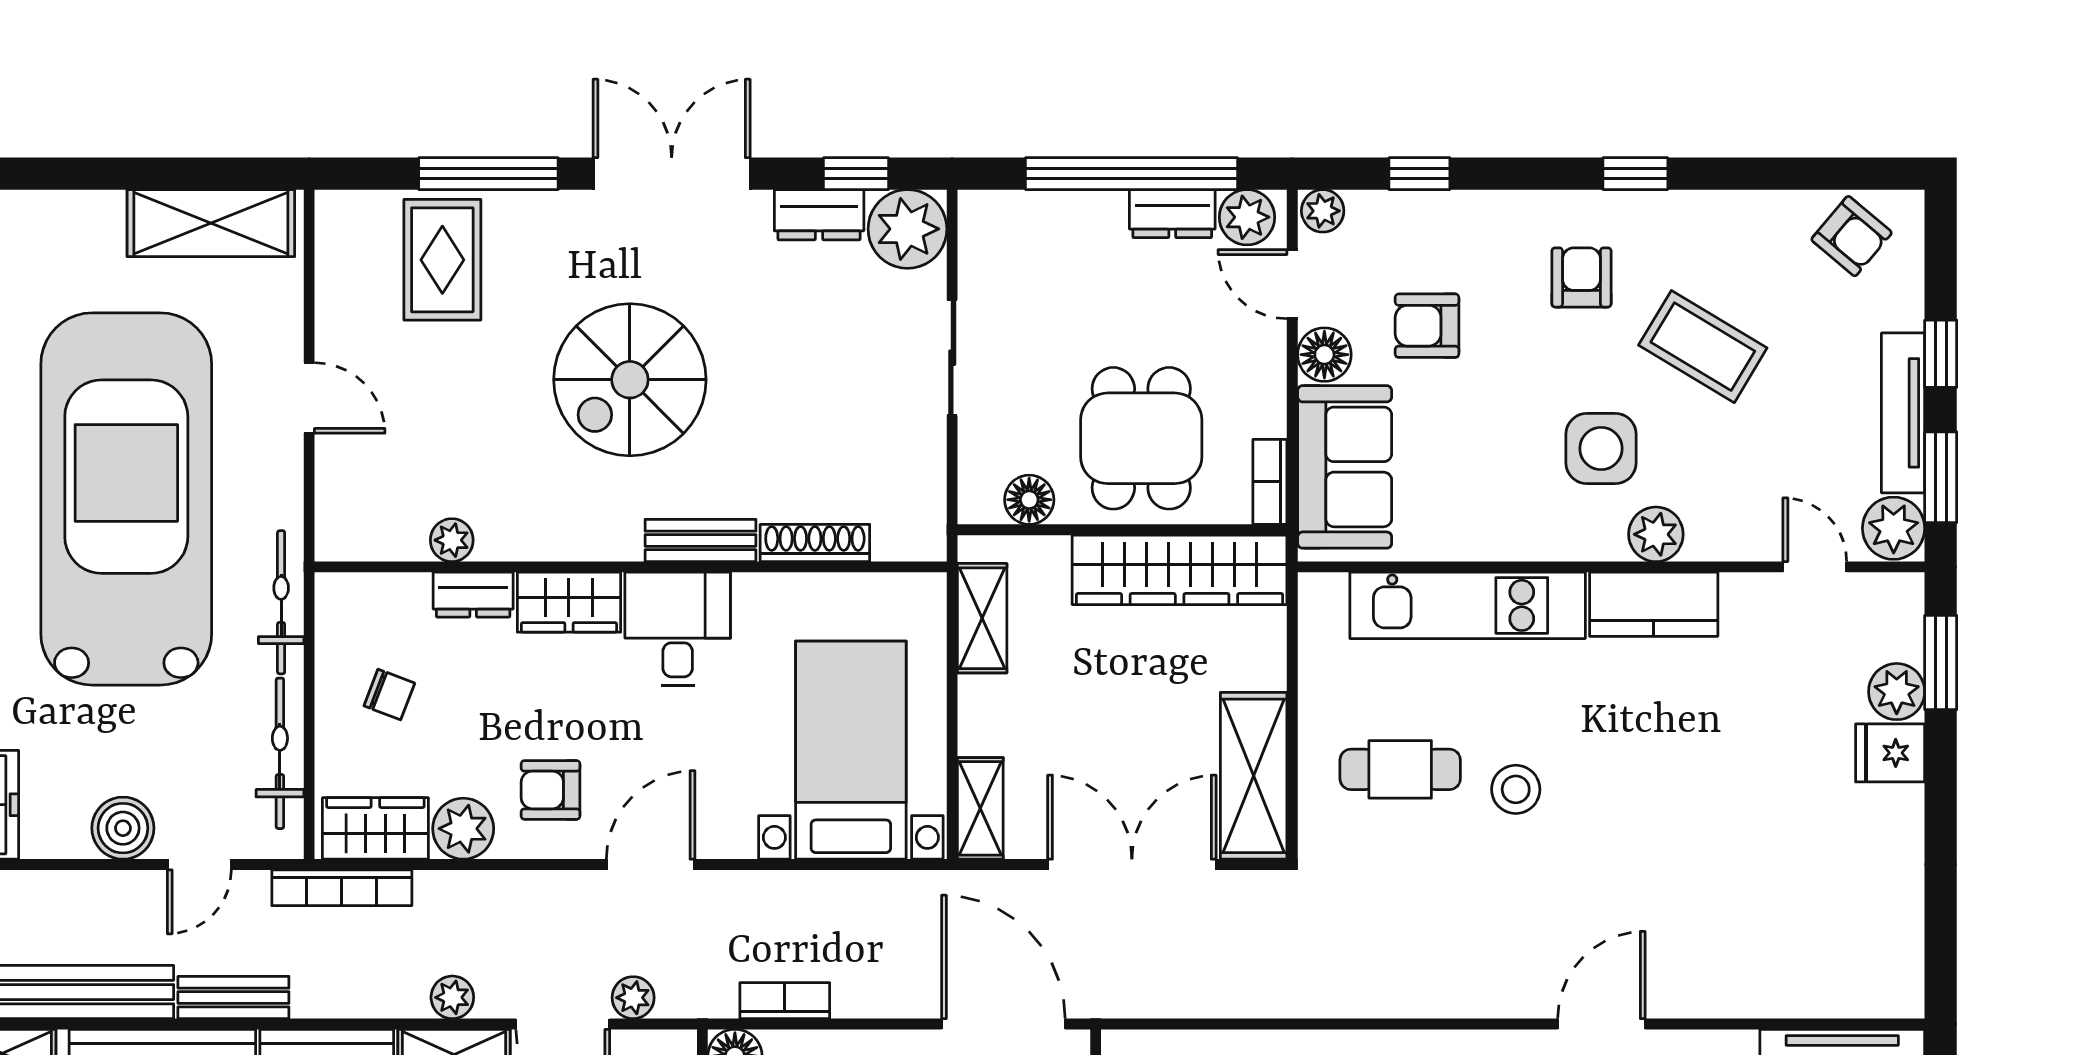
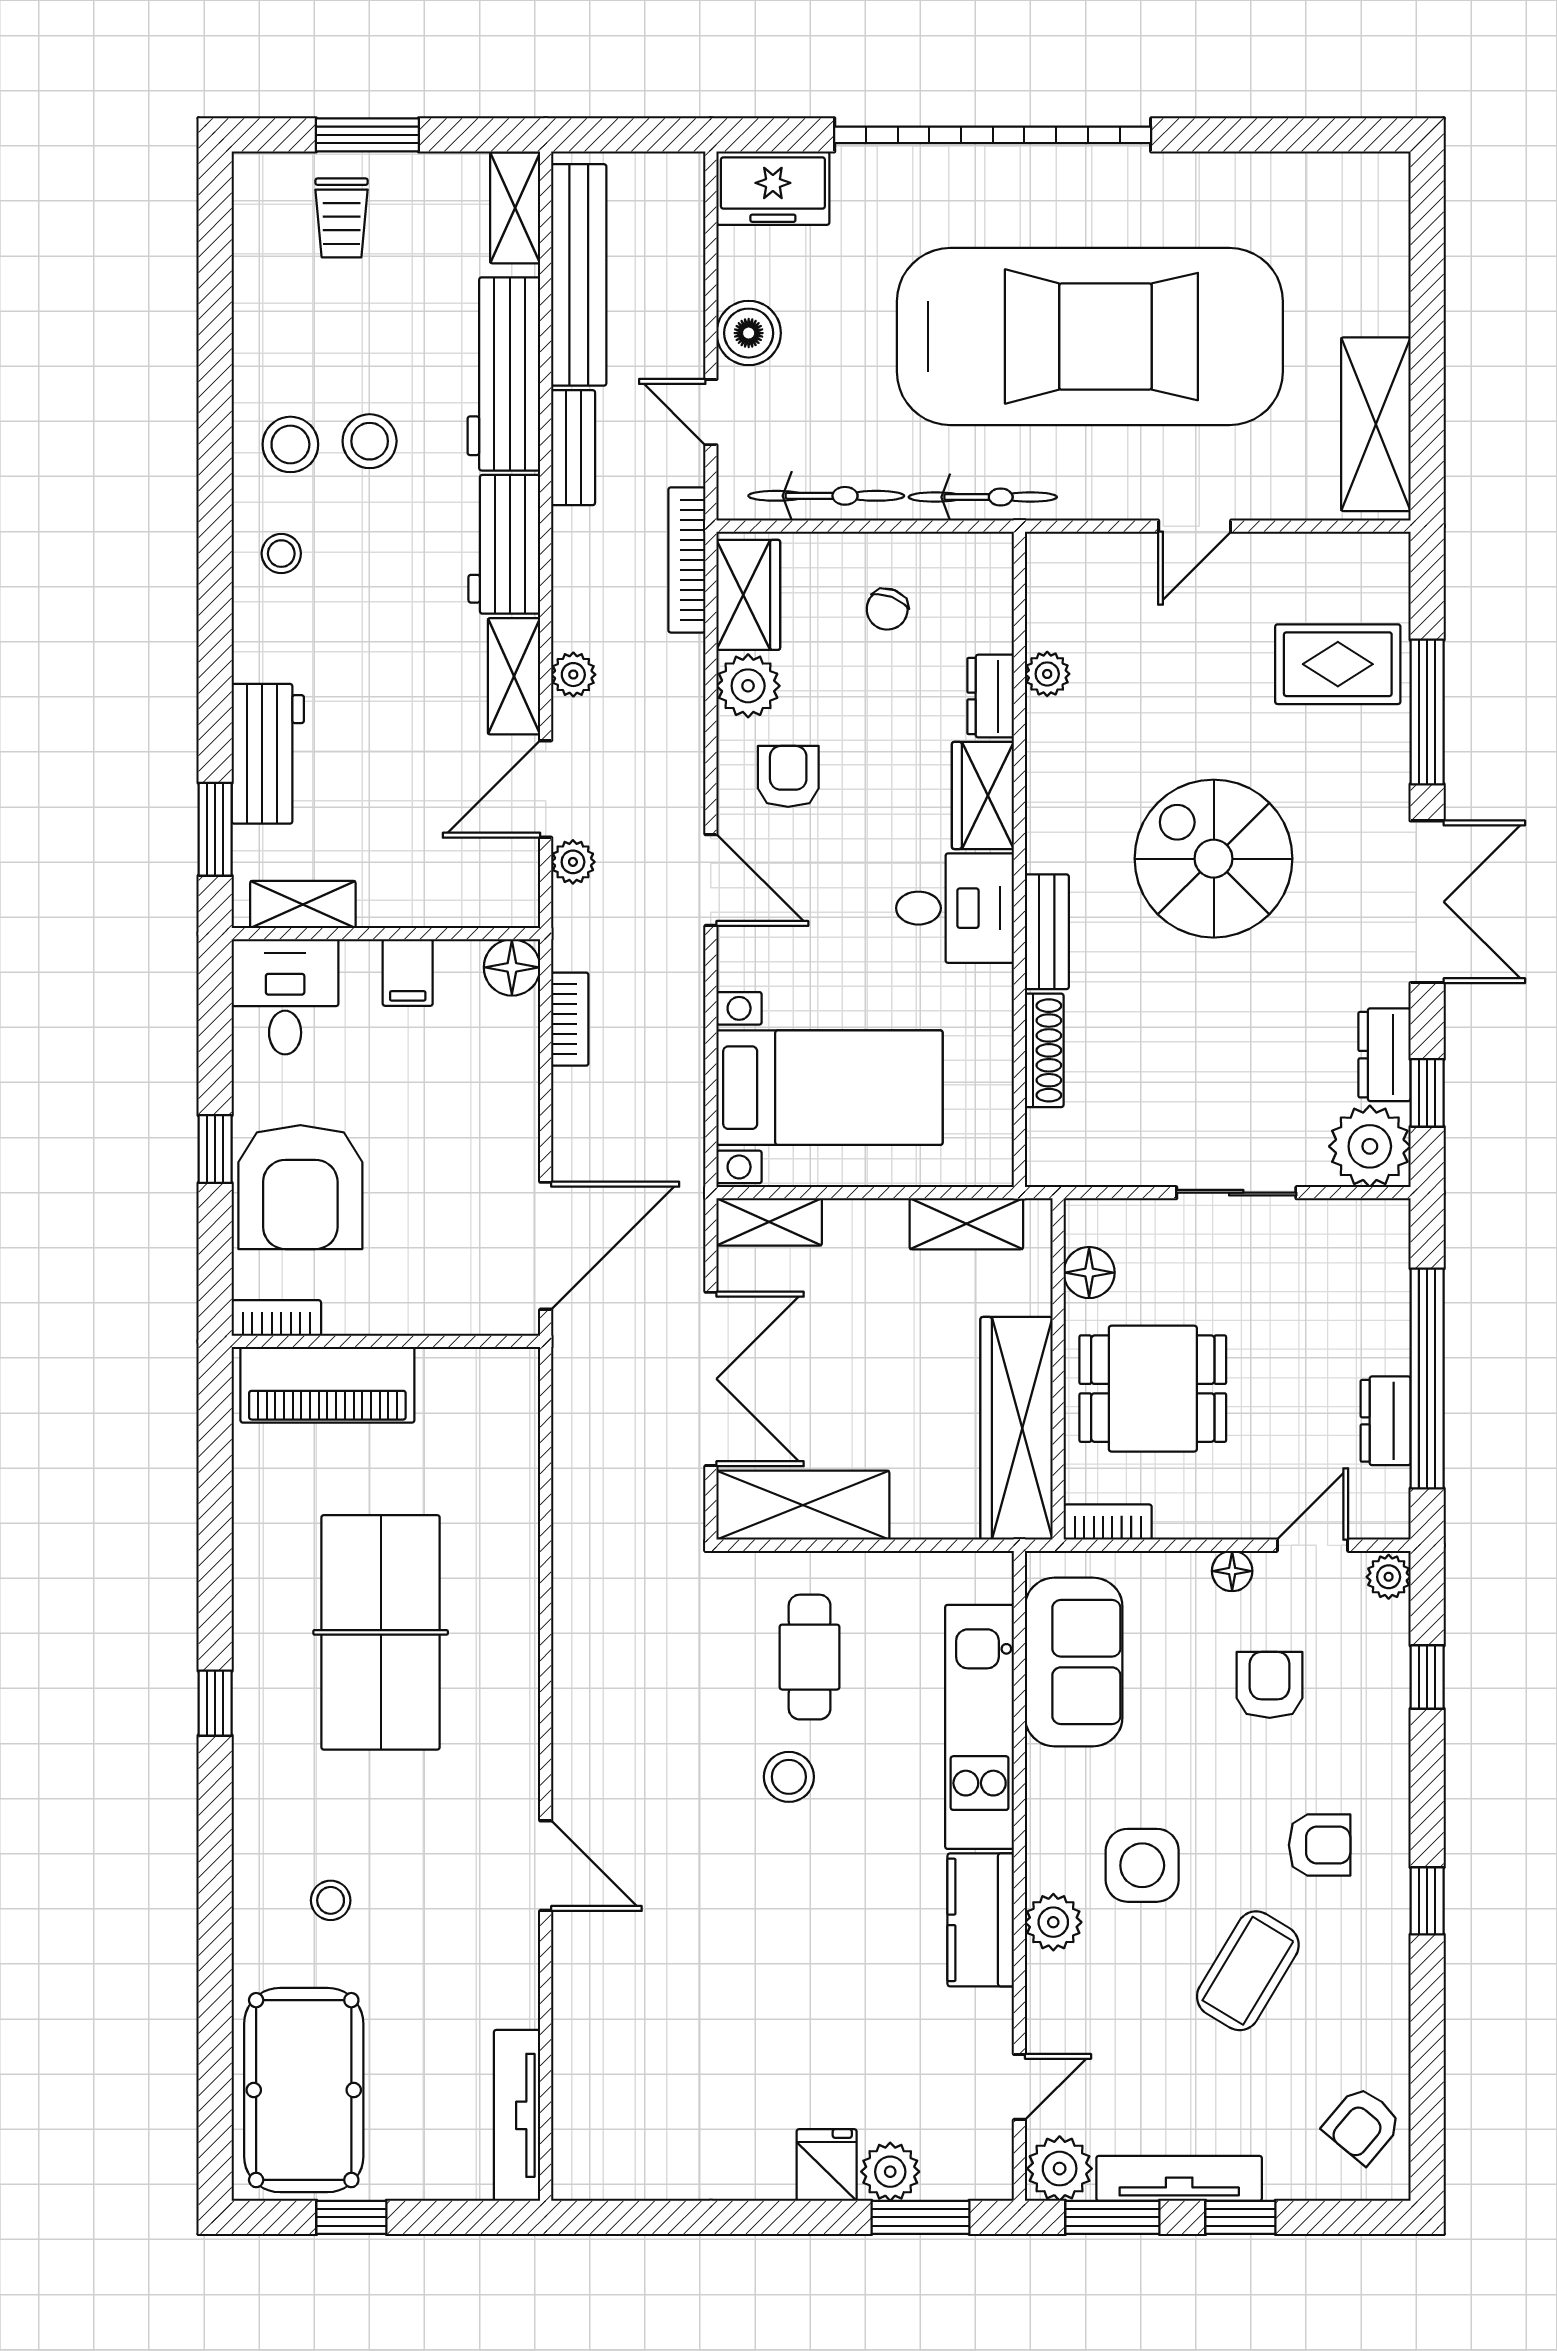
plant: (1247, 217) -> (1382, 1498), removed
floor lamp: (1324, 355) -> (1232, 1571), width x0.73, depth x0.73
sofa: (1345, 467) -> (1074, 1662), moved, turned -90

